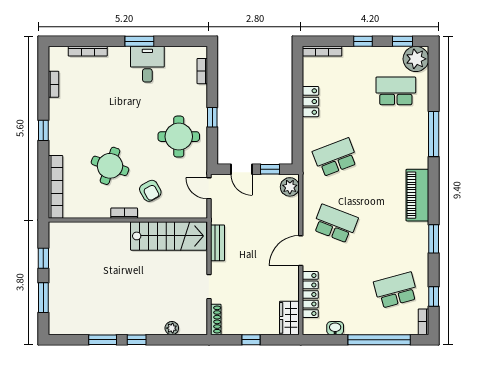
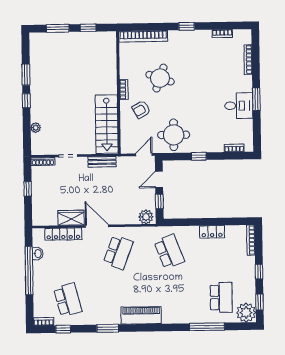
window: (434, 134) -> (207, 327), moved
round table: (179, 137) -> (174, 135), moved
wardrobe: (289, 318) -> (71, 218), moved
window: (379, 340) -> (29, 270), moved

